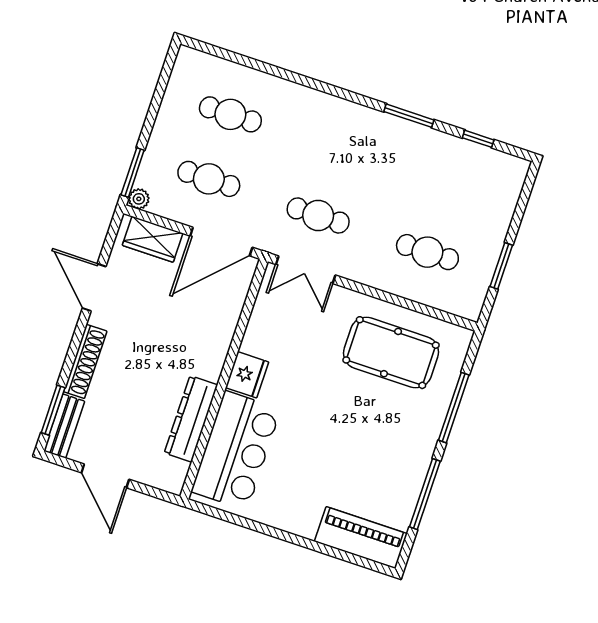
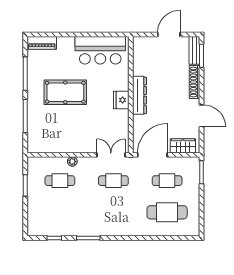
cafe table: (230, 114) -> (167, 212), width x1.37, depth x1.35
plant: (139, 199) -> (72, 162), moved
pool table: (391, 353) -> (65, 92), moved
dresser: (191, 419) -> (139, 95), moved
bar counter: (236, 450) -> (100, 50), moved, turned -90
door: (105, 476) -> (169, 34), hinge flipped
piano: (361, 538) -> (42, 43), width x0.73, depth x0.75

